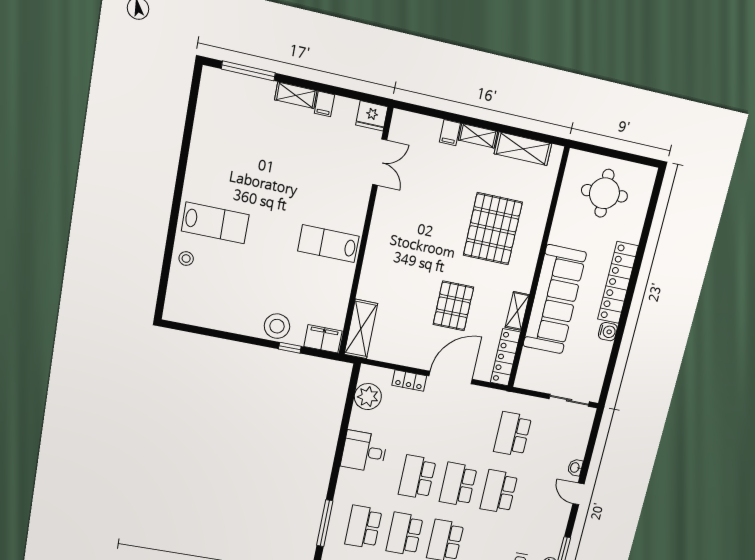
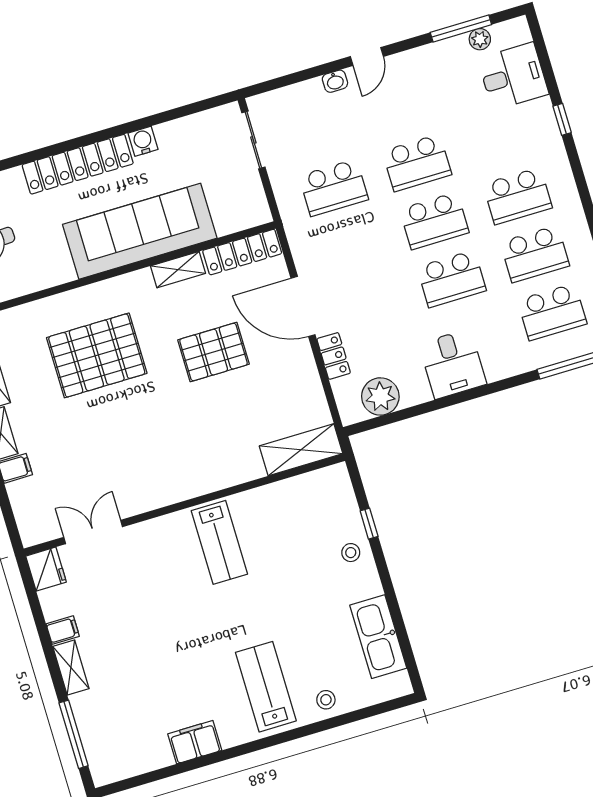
kitchen sink: (212, 315) -> (378, 637), added
stool: (277, 326) -> (351, 553), width x0.53, depth x0.53
filing cabinet: (323, 339) -> (195, 742), moved, turned 90

